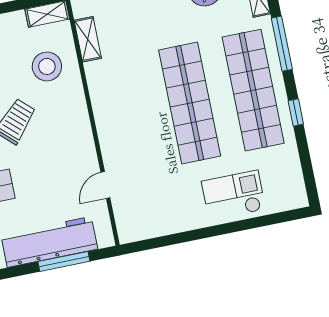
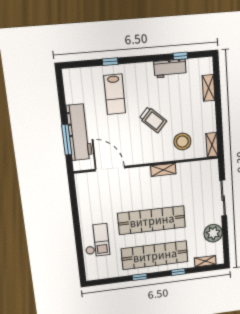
shelving: (88, 39) -> (163, 170), moved
window: (282, 44) -> (178, 272), width x0.46
door: (105, 185) -> (110, 169), width x1.88

